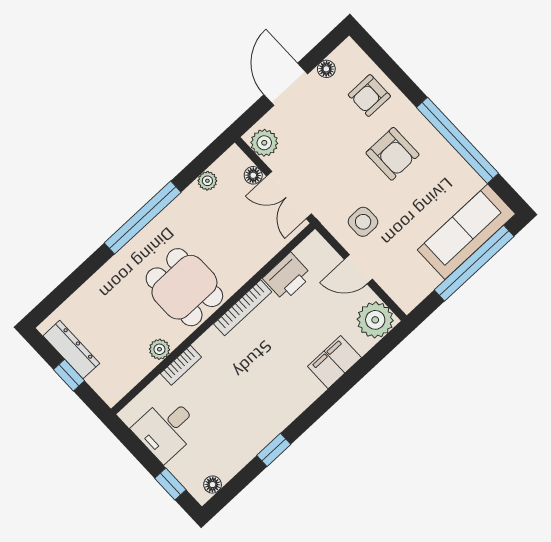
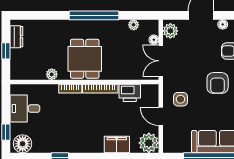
dresser: (71, 350) -> (16, 37), width x0.70
bookcase: (181, 365) -> (70, 89), moved
floor lamp: (213, 485) -> (23, 144), width x1.89, depth x1.89

